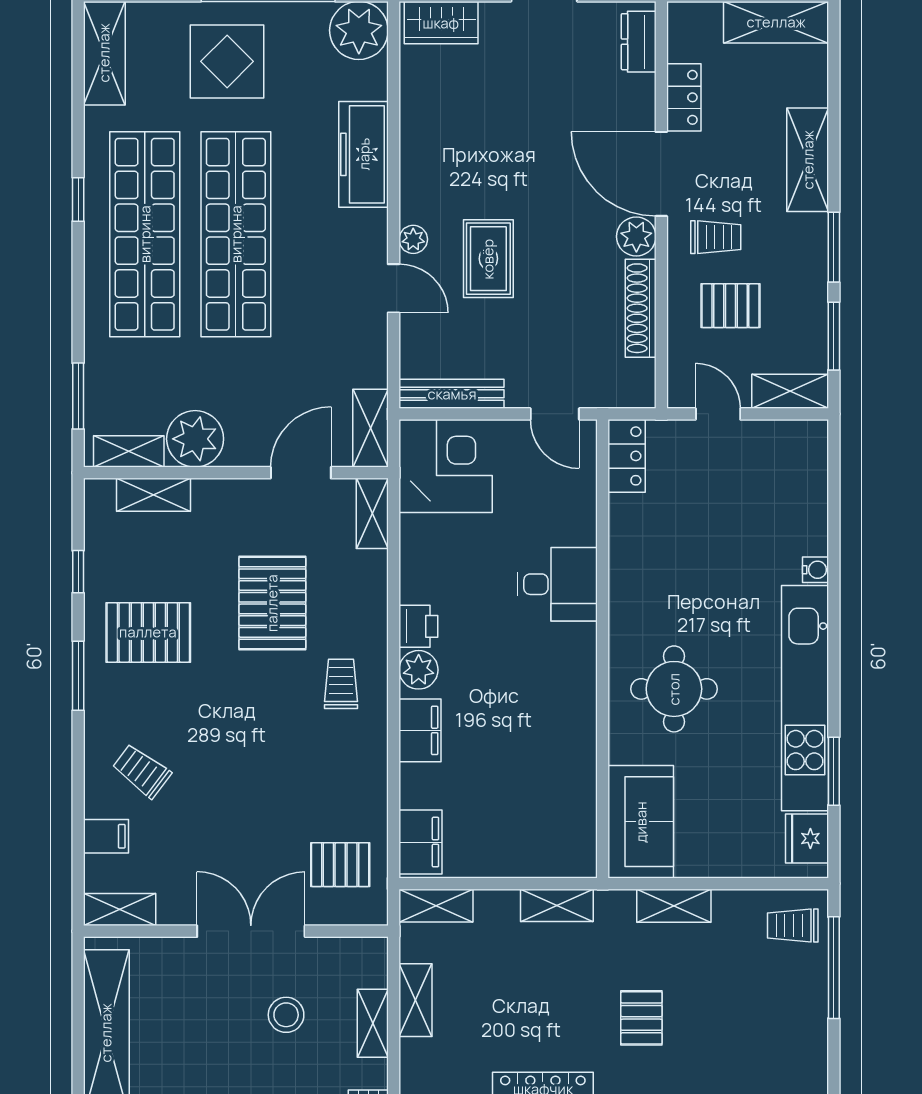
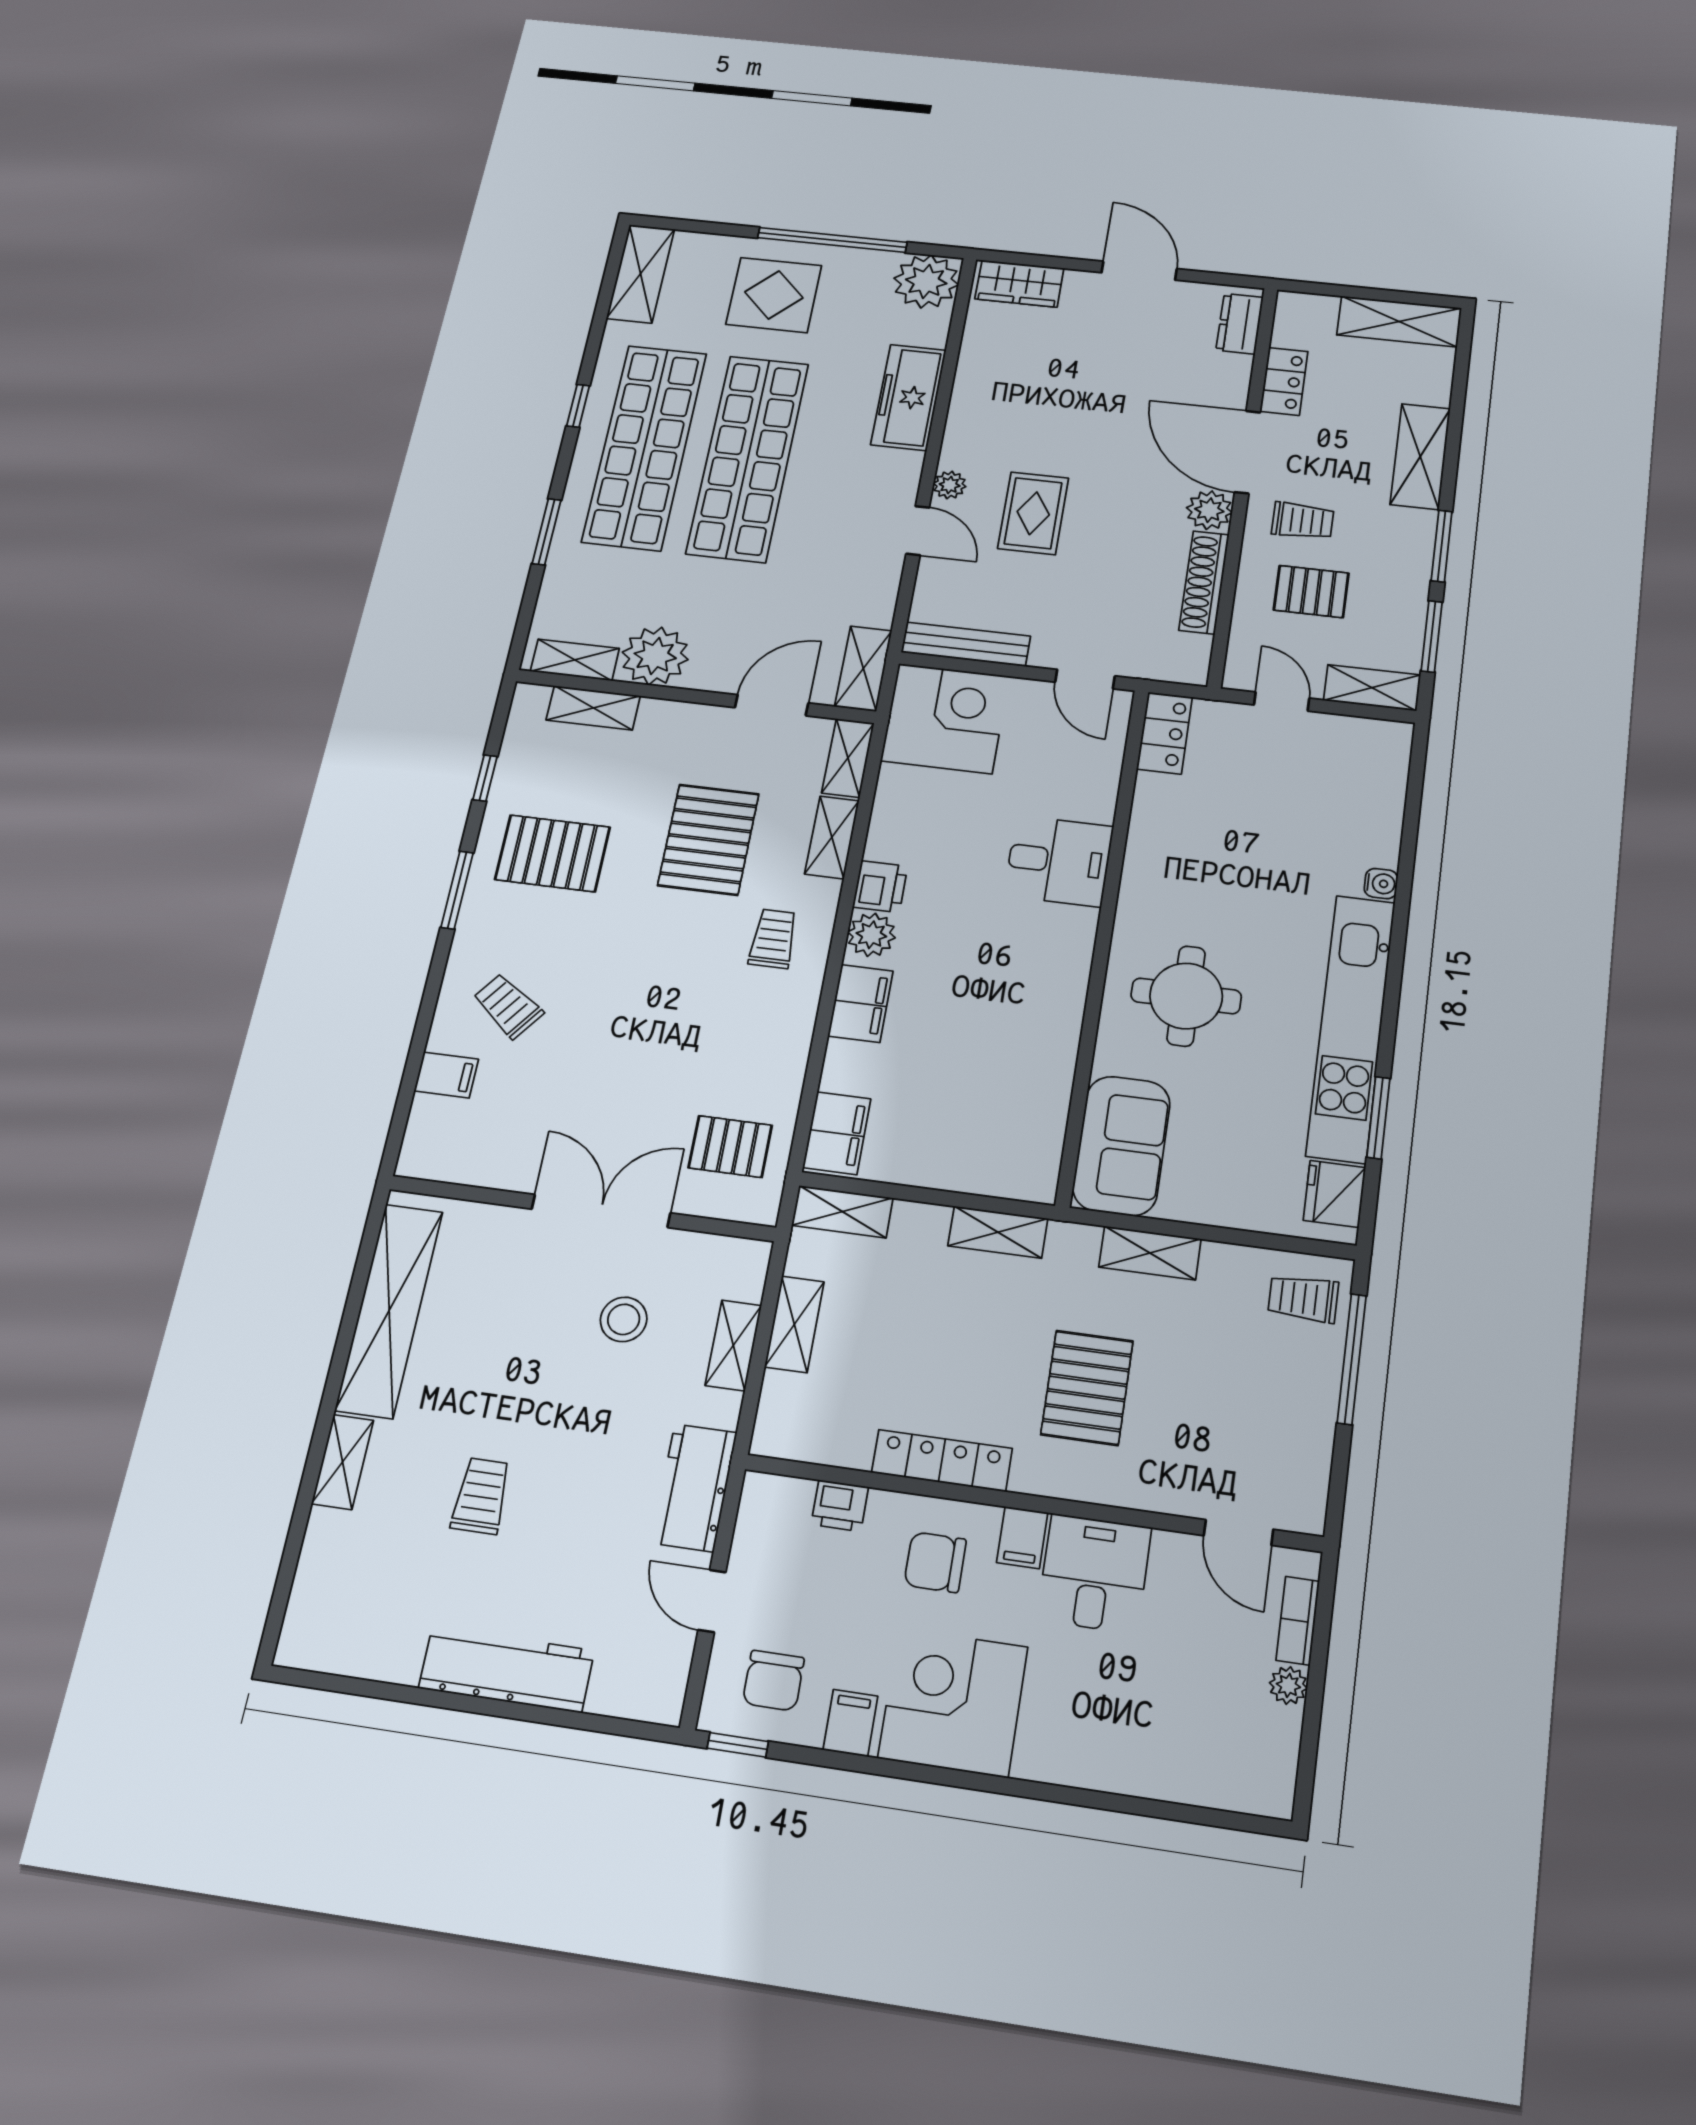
window: (78, 396) -> (547, 532), moved
shelving: (120, 909) -> (832, 837), moved, turned 90
pallet: (641, 1018) -> (1087, 1388), width x1.50, depth x1.42

